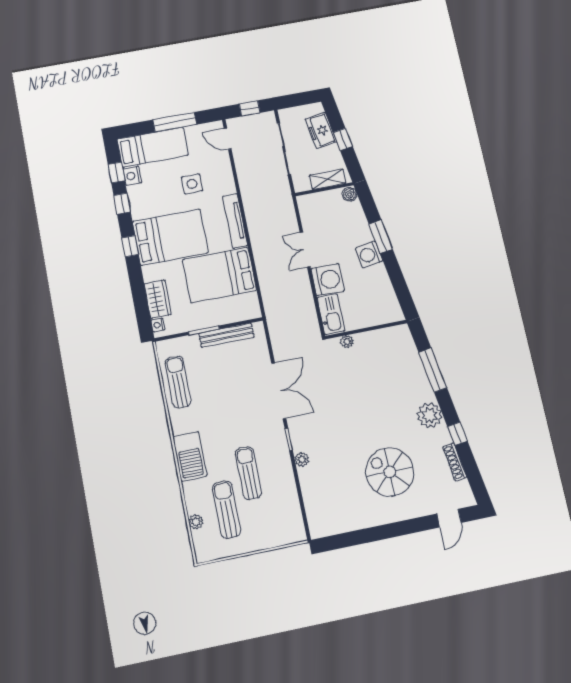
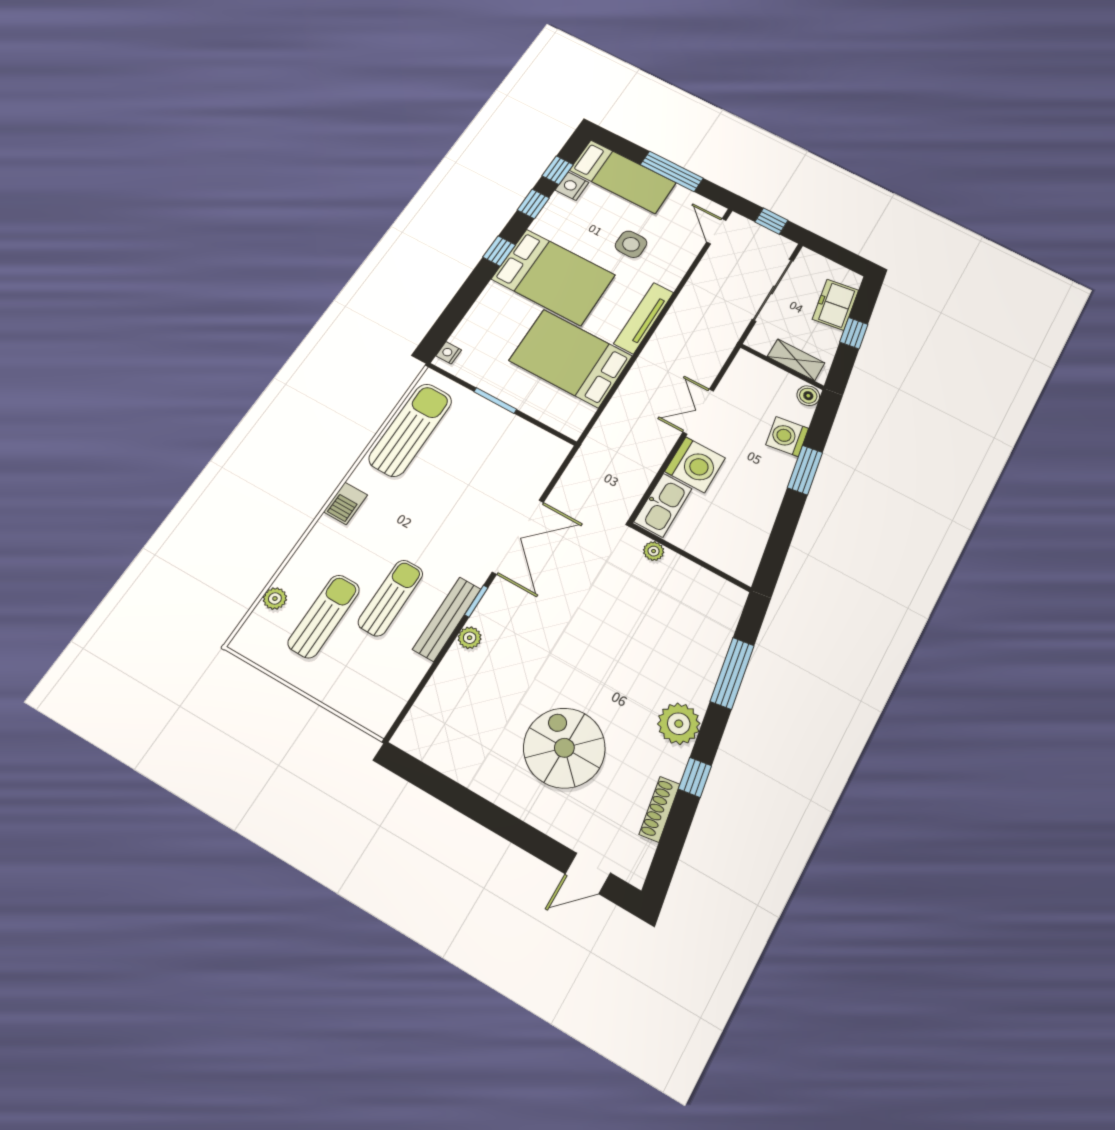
washing machine: (369, 255) -> (787, 437), moved
wardrobe: (158, 299) -> (475, 327), removed
bench: (226, 335) -> (447, 619), moved, turned 90
sun lounger: (178, 382) -> (411, 430), width x1.36, depth x1.34
barbecue: (190, 456) -> (346, 503), width x0.53, depth x0.65

